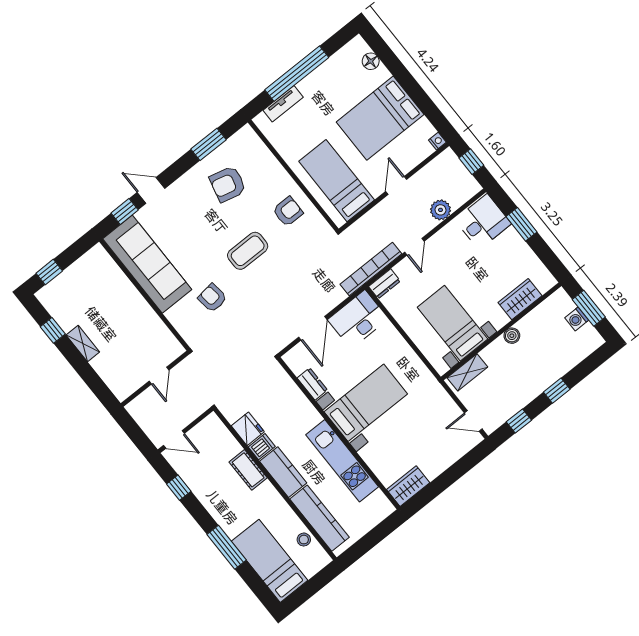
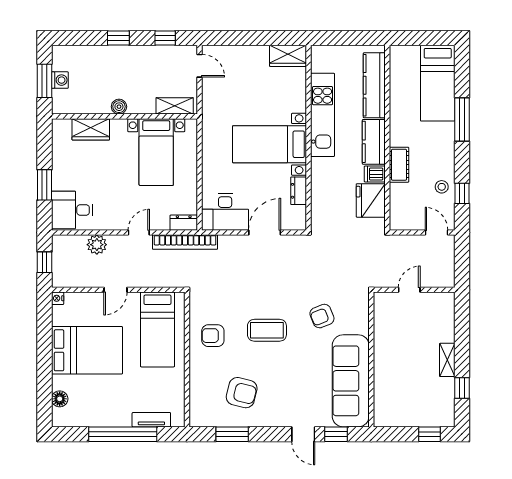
armchair: (212, 298) -> (322, 316), turned 75
fridge: (248, 429) -> (371, 200), width x1.36, depth x1.34
stool: (304, 540) -> (442, 187), moved

